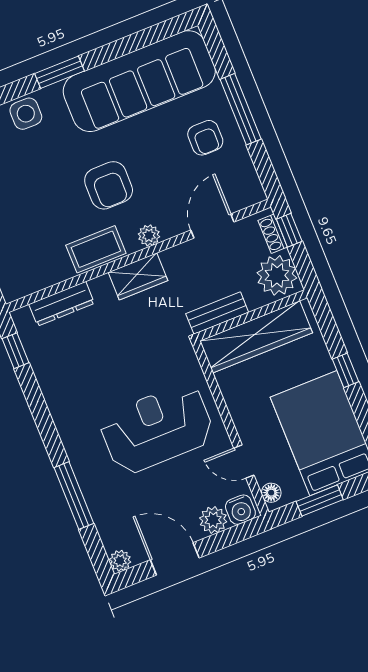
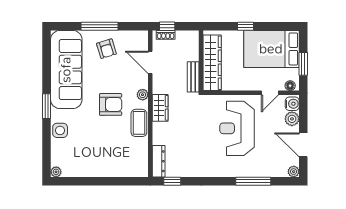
armchair: (205, 138) -> (106, 49), turned 73
plant: (277, 275) -> (187, 41), removed
dresser: (62, 304) -> (159, 161), moved
door: (175, 559) -> (303, 145), hinge flipped

